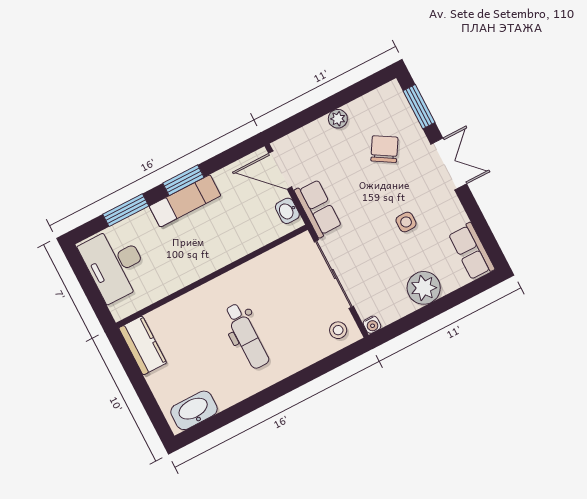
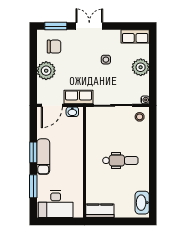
plant: (338, 119) -> (46, 71), width x1.88, depth x1.88
chair: (384, 149) -> (54, 47), moved, turned 149

